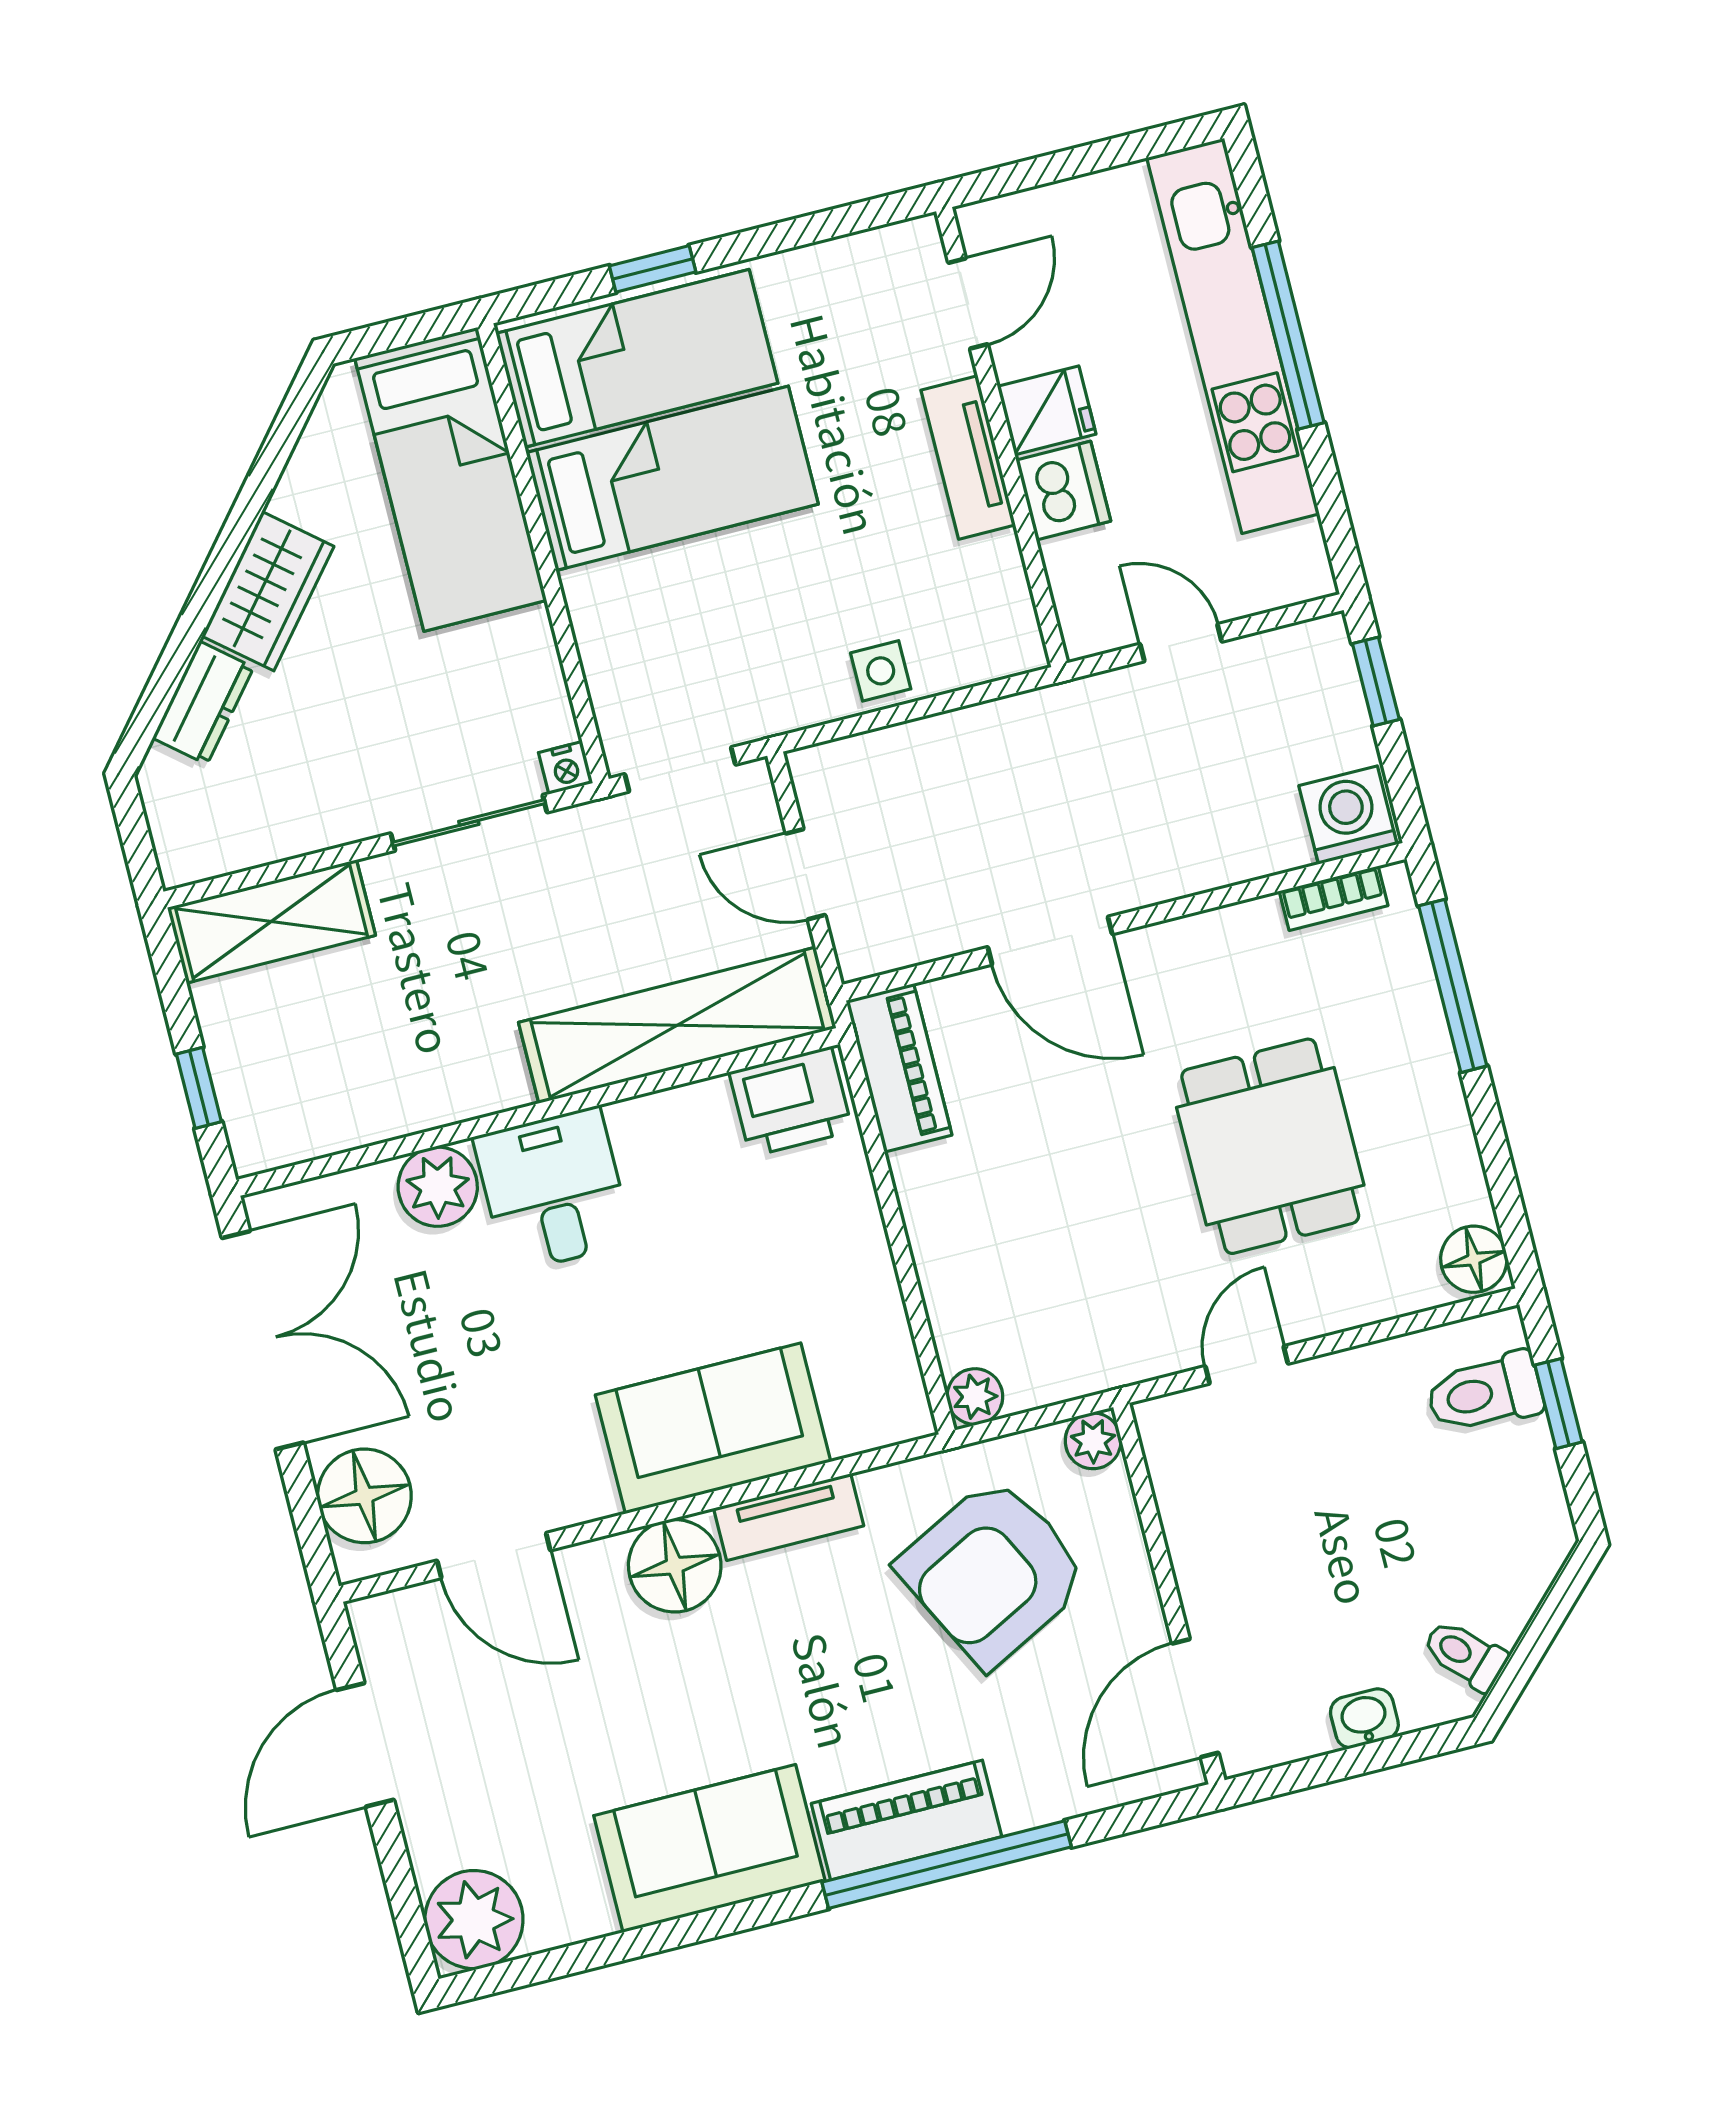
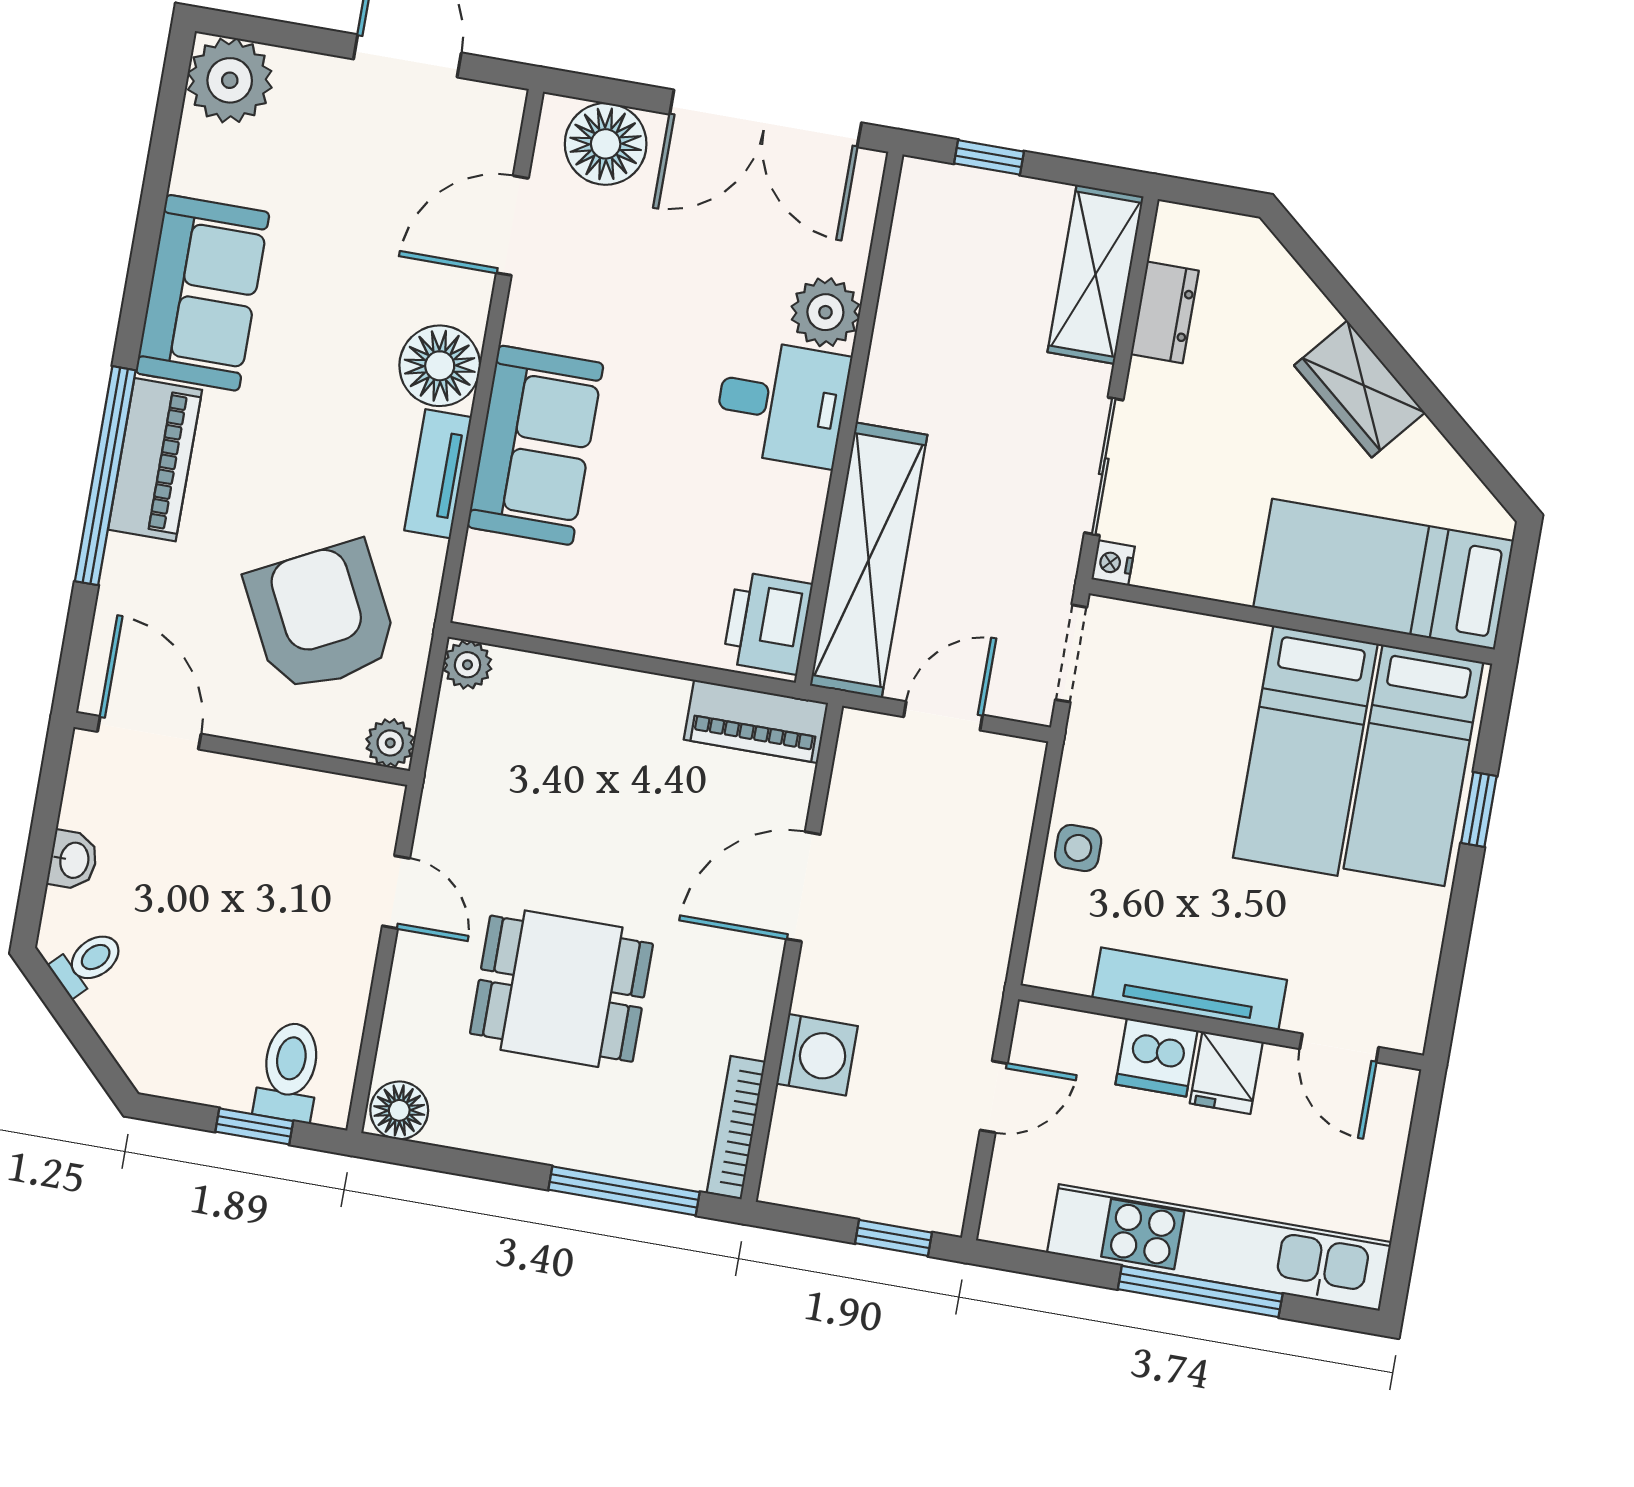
tv unit: (968, 458) -> (1190, 989), width x1.41
dresser: (203, 703) -> (1165, 312), moved, turned -130
washing machine: (1348, 815) -> (817, 1055), moved
bookcase: (1334, 898) -> (736, 1127), width x1.56

